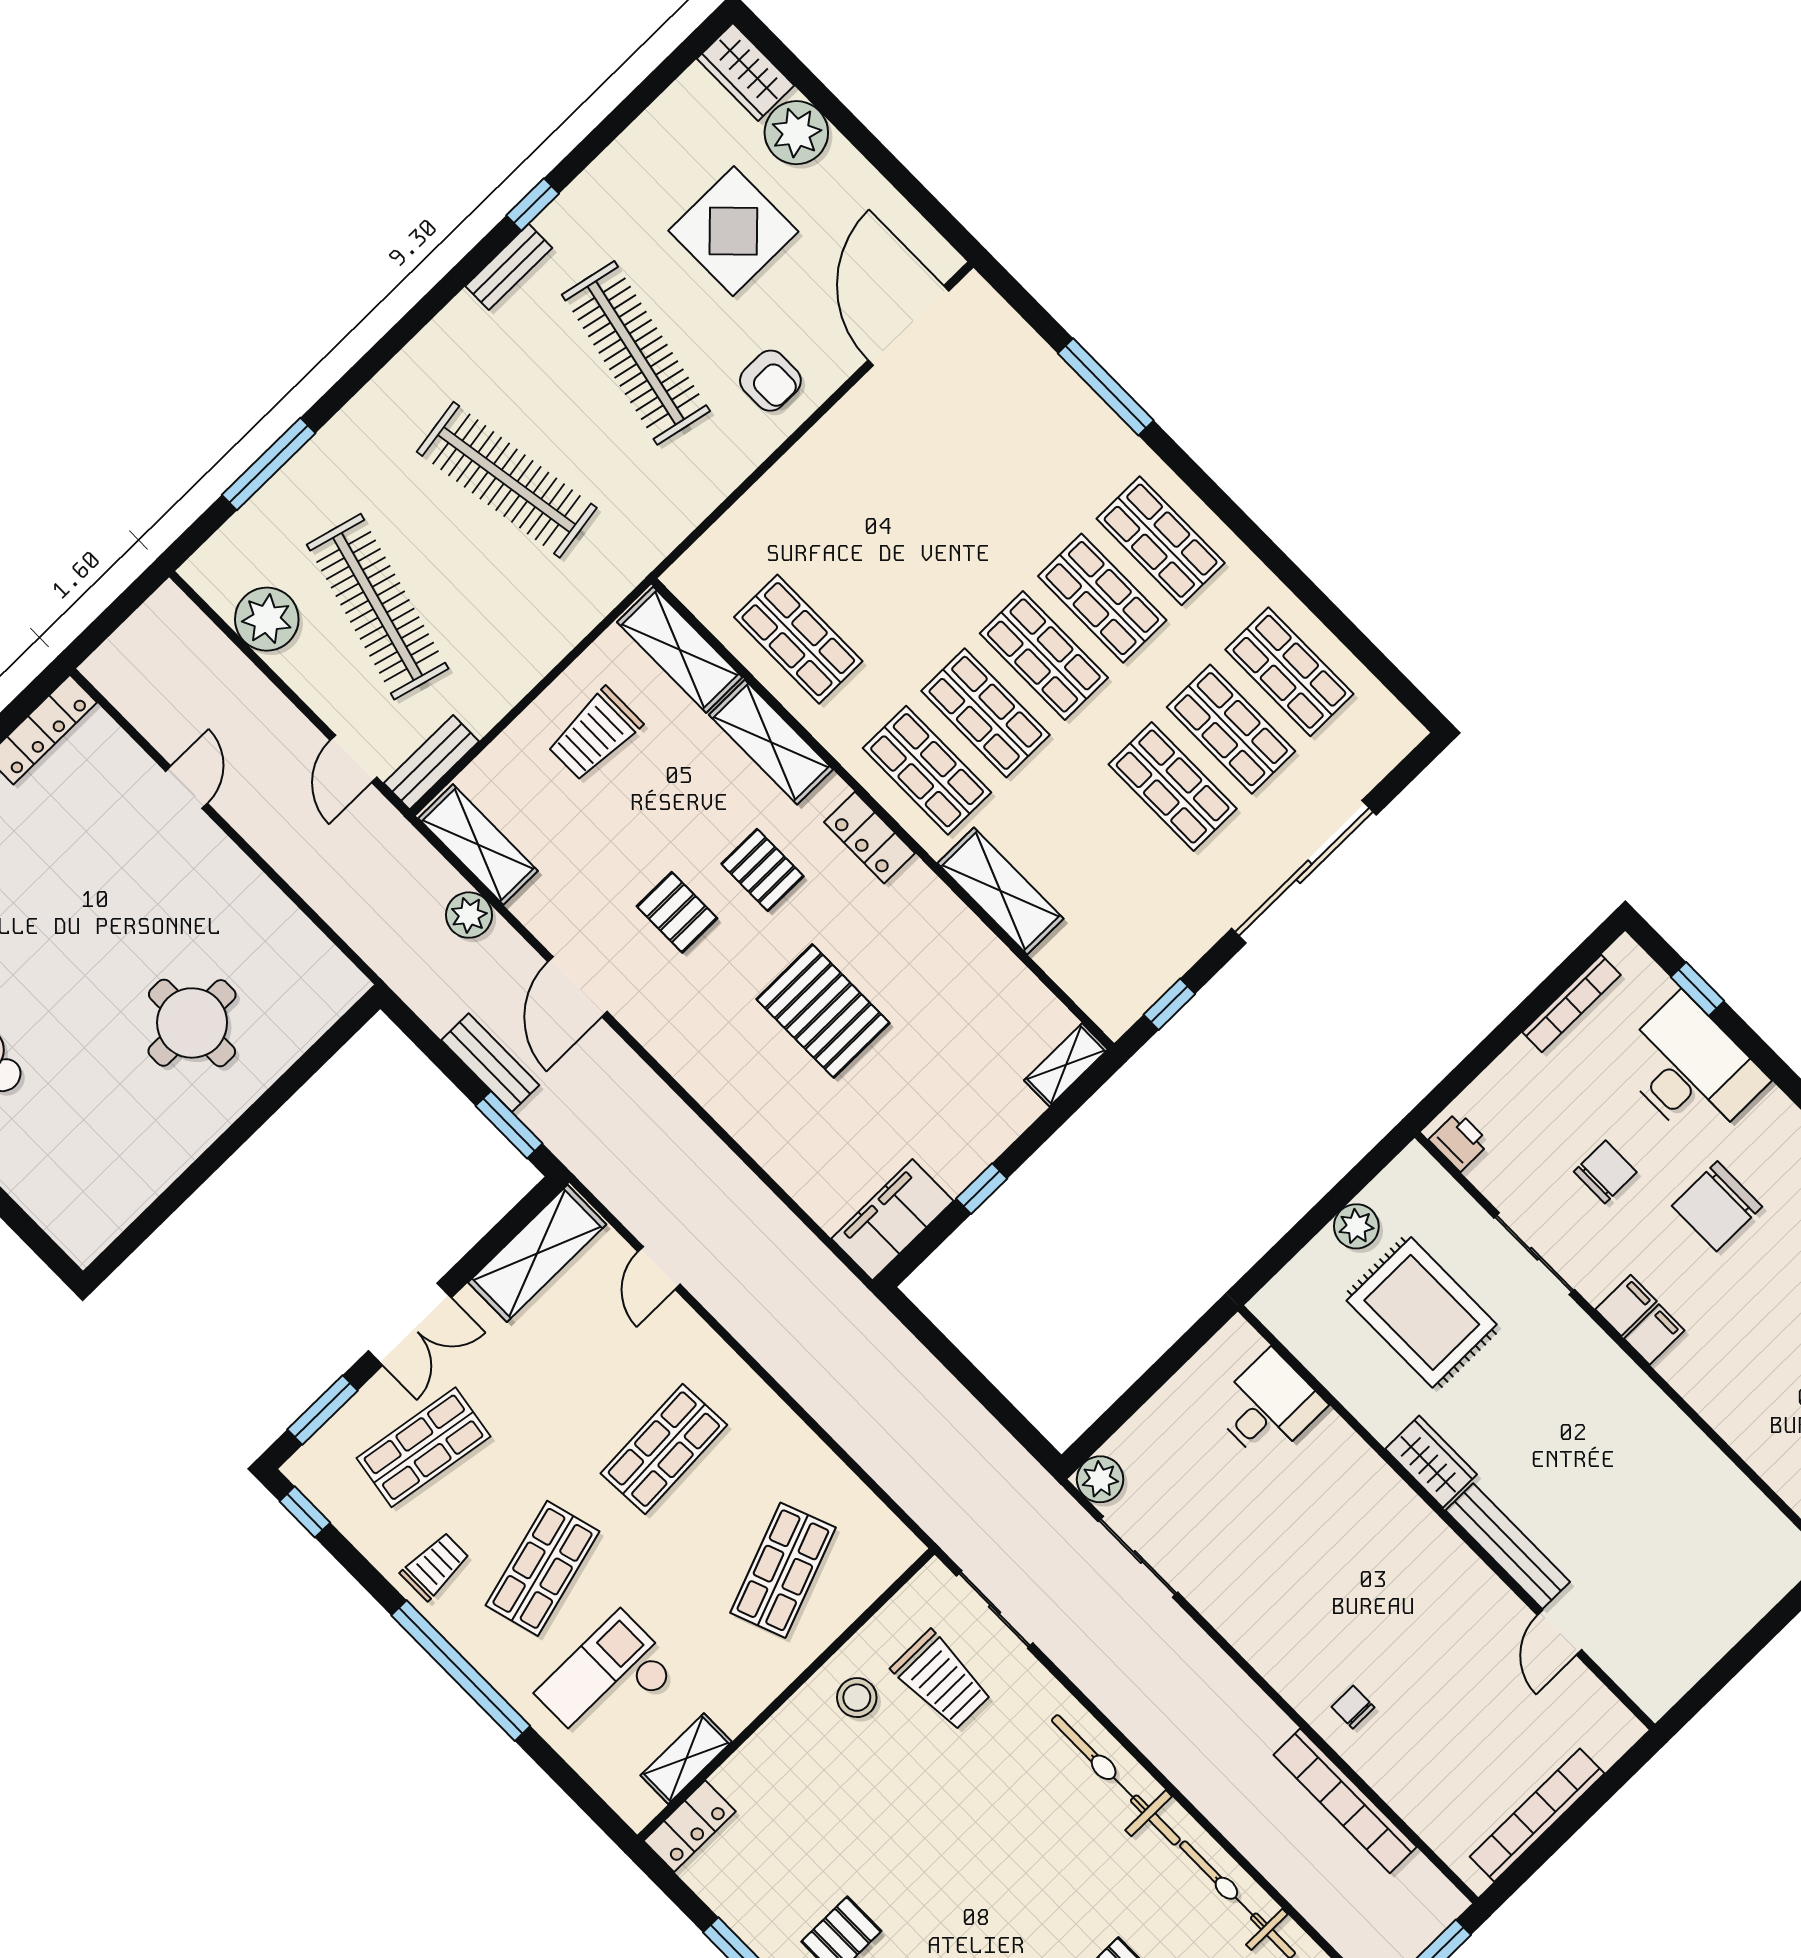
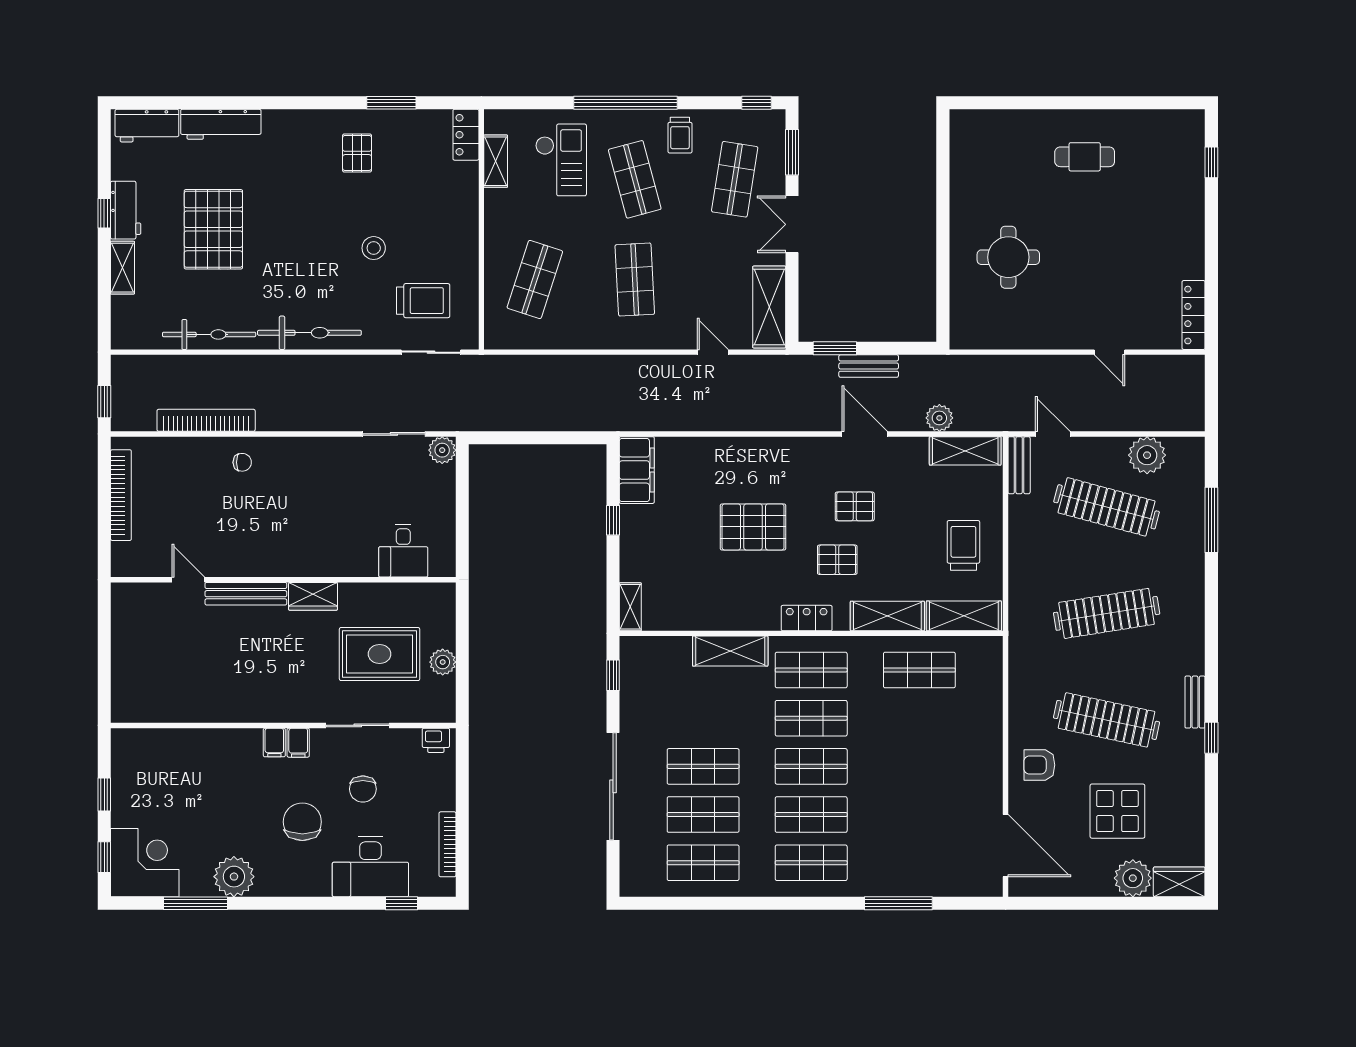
shop shelf: (783, 1570) -> (535, 279), turned 39
trolley: (942, 1680) -> (423, 301), turned 180
stool: (857, 1698) -> (374, 248), moved

